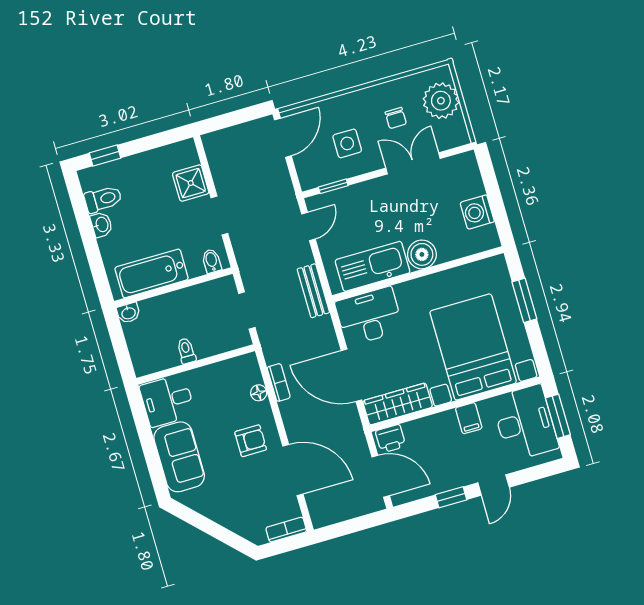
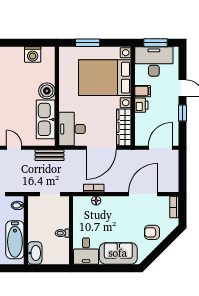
washbasin: (128, 313) -> (35, 253), width x1.91, depth x1.45
printer: (391, 439) -> (141, 105), moved
armchair: (251, 441) -> (152, 232), moved, turned -90

